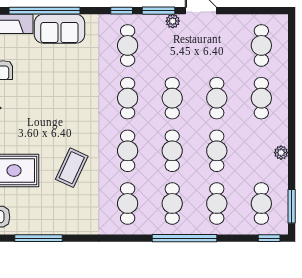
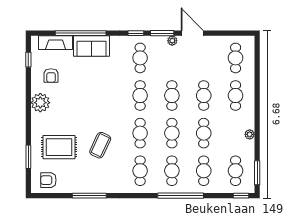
window: (39, 238) -> (89, 196), moved

